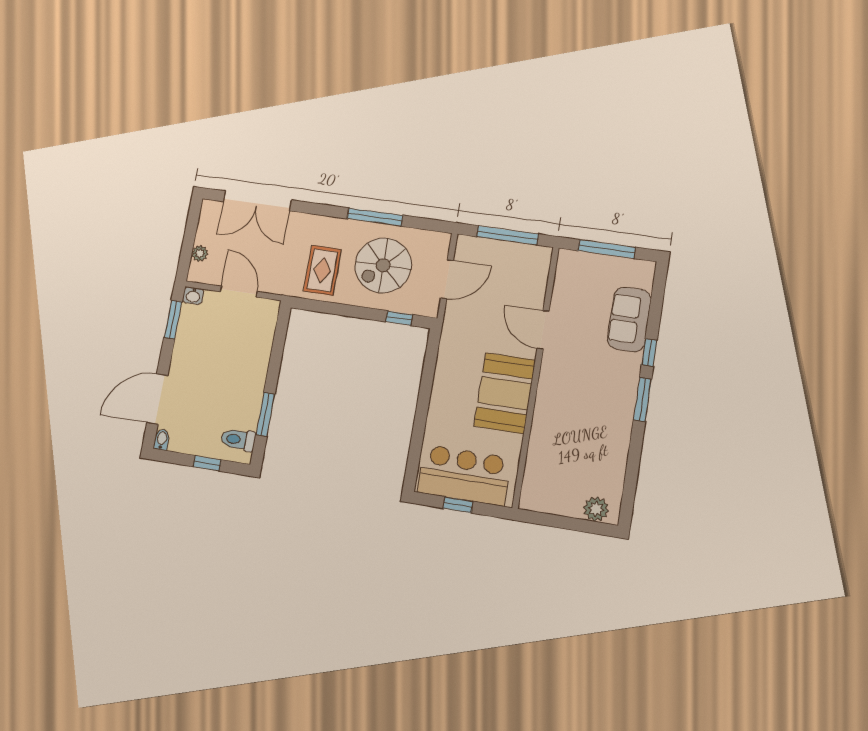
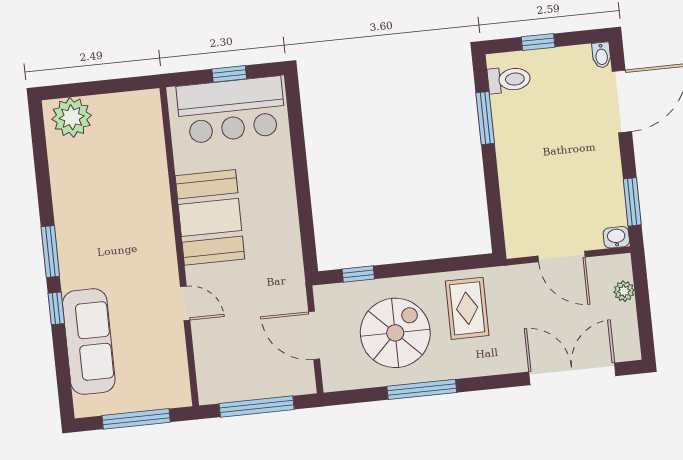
door: (447, 279) -> (314, 335), hinge flipped
sofa: (629, 319) -> (89, 342), width x1.36
door: (543, 330) -> (185, 303), width x0.73
plant: (596, 509) -> (72, 117), width x1.36, depth x1.36

